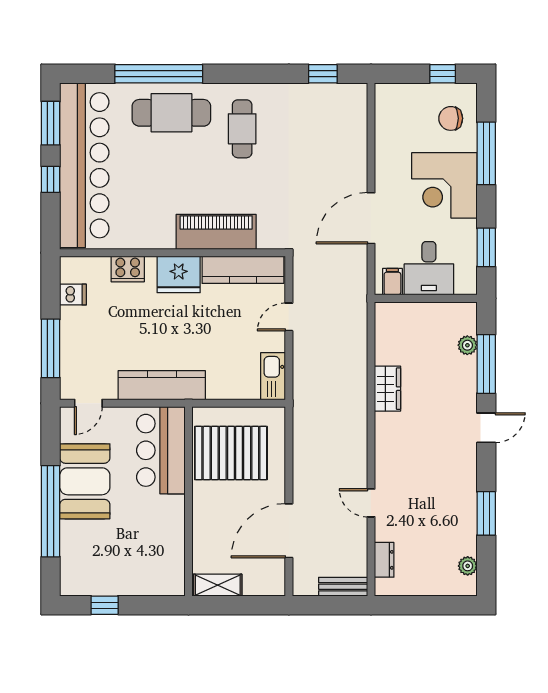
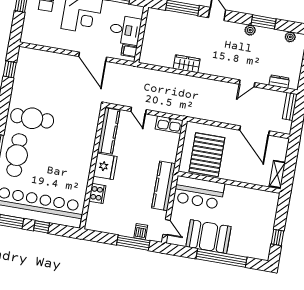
cafe table: (242, 129) -> (32, 118), width x1.37, depth x1.35
piano: (216, 232) -> (86, 142), removed
dishwasher: (73, 295) -> (141, 232), moved
plant: (467, 345) -> (250, 30), moved

